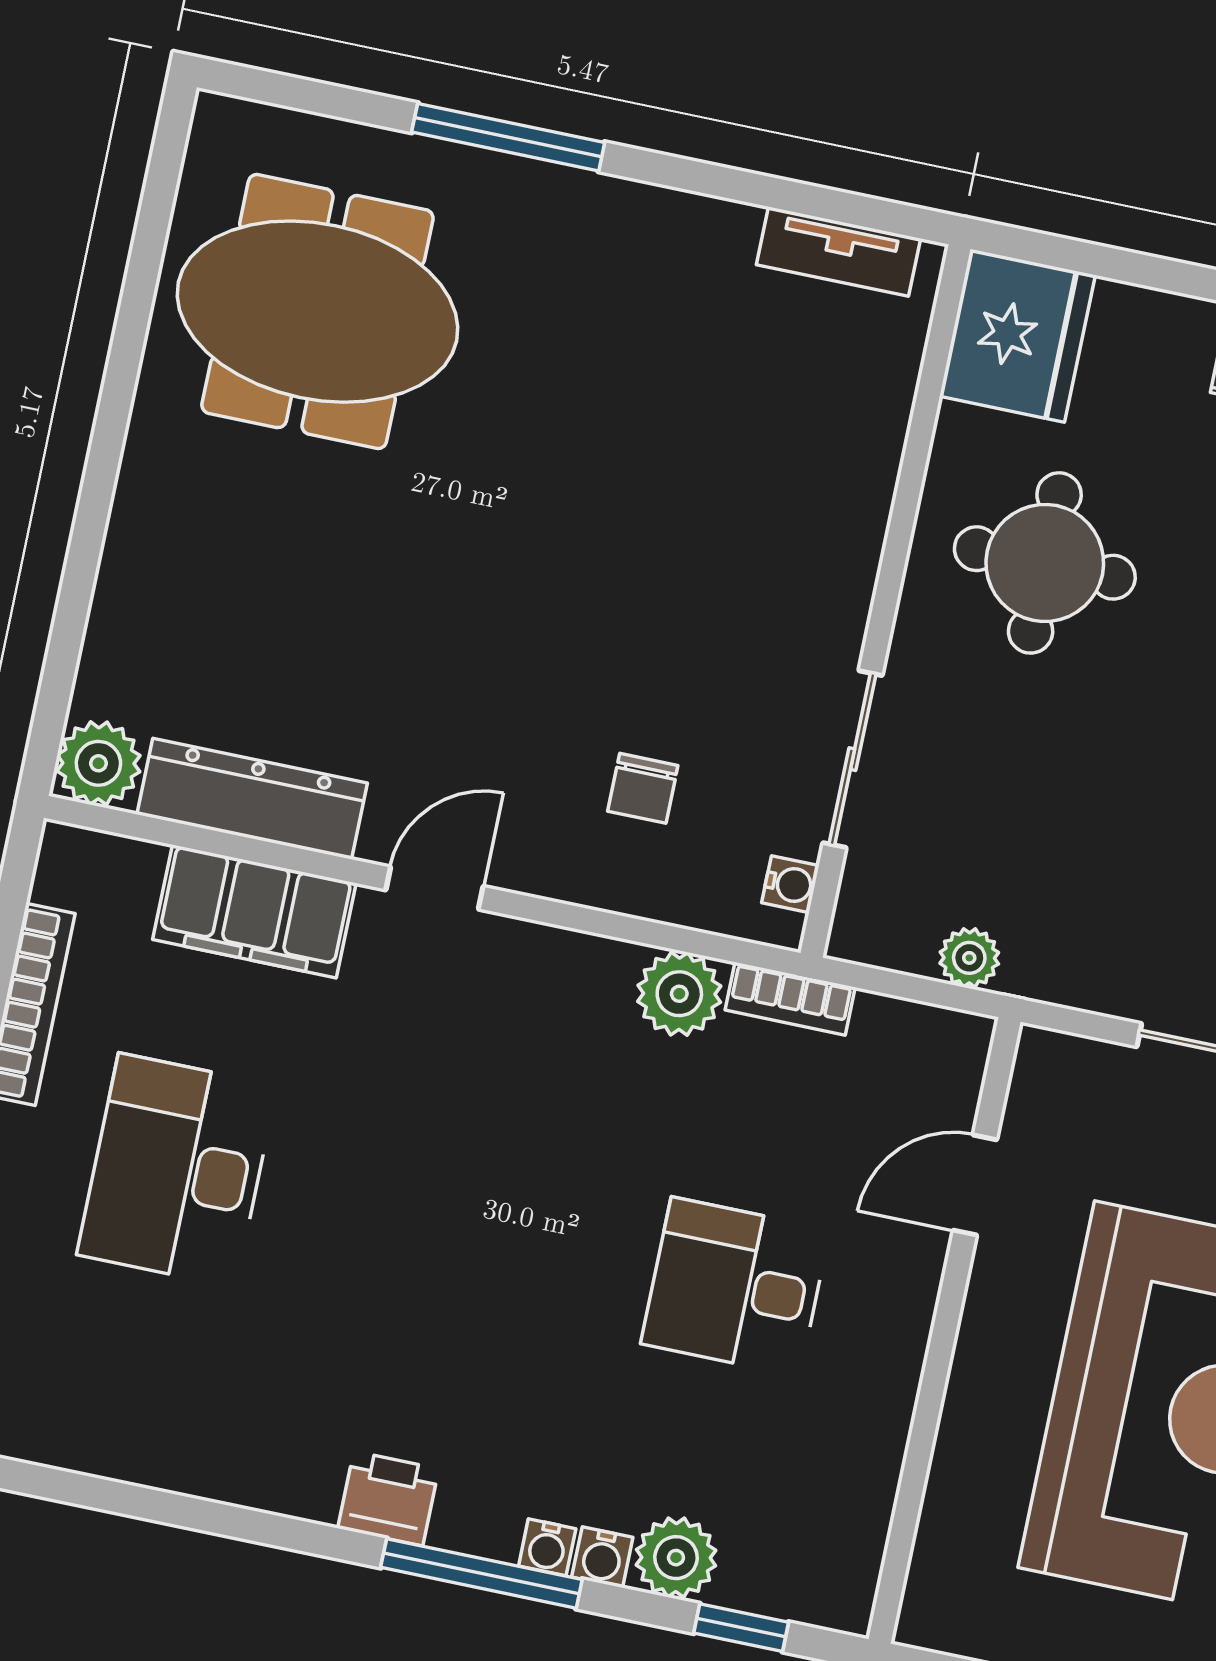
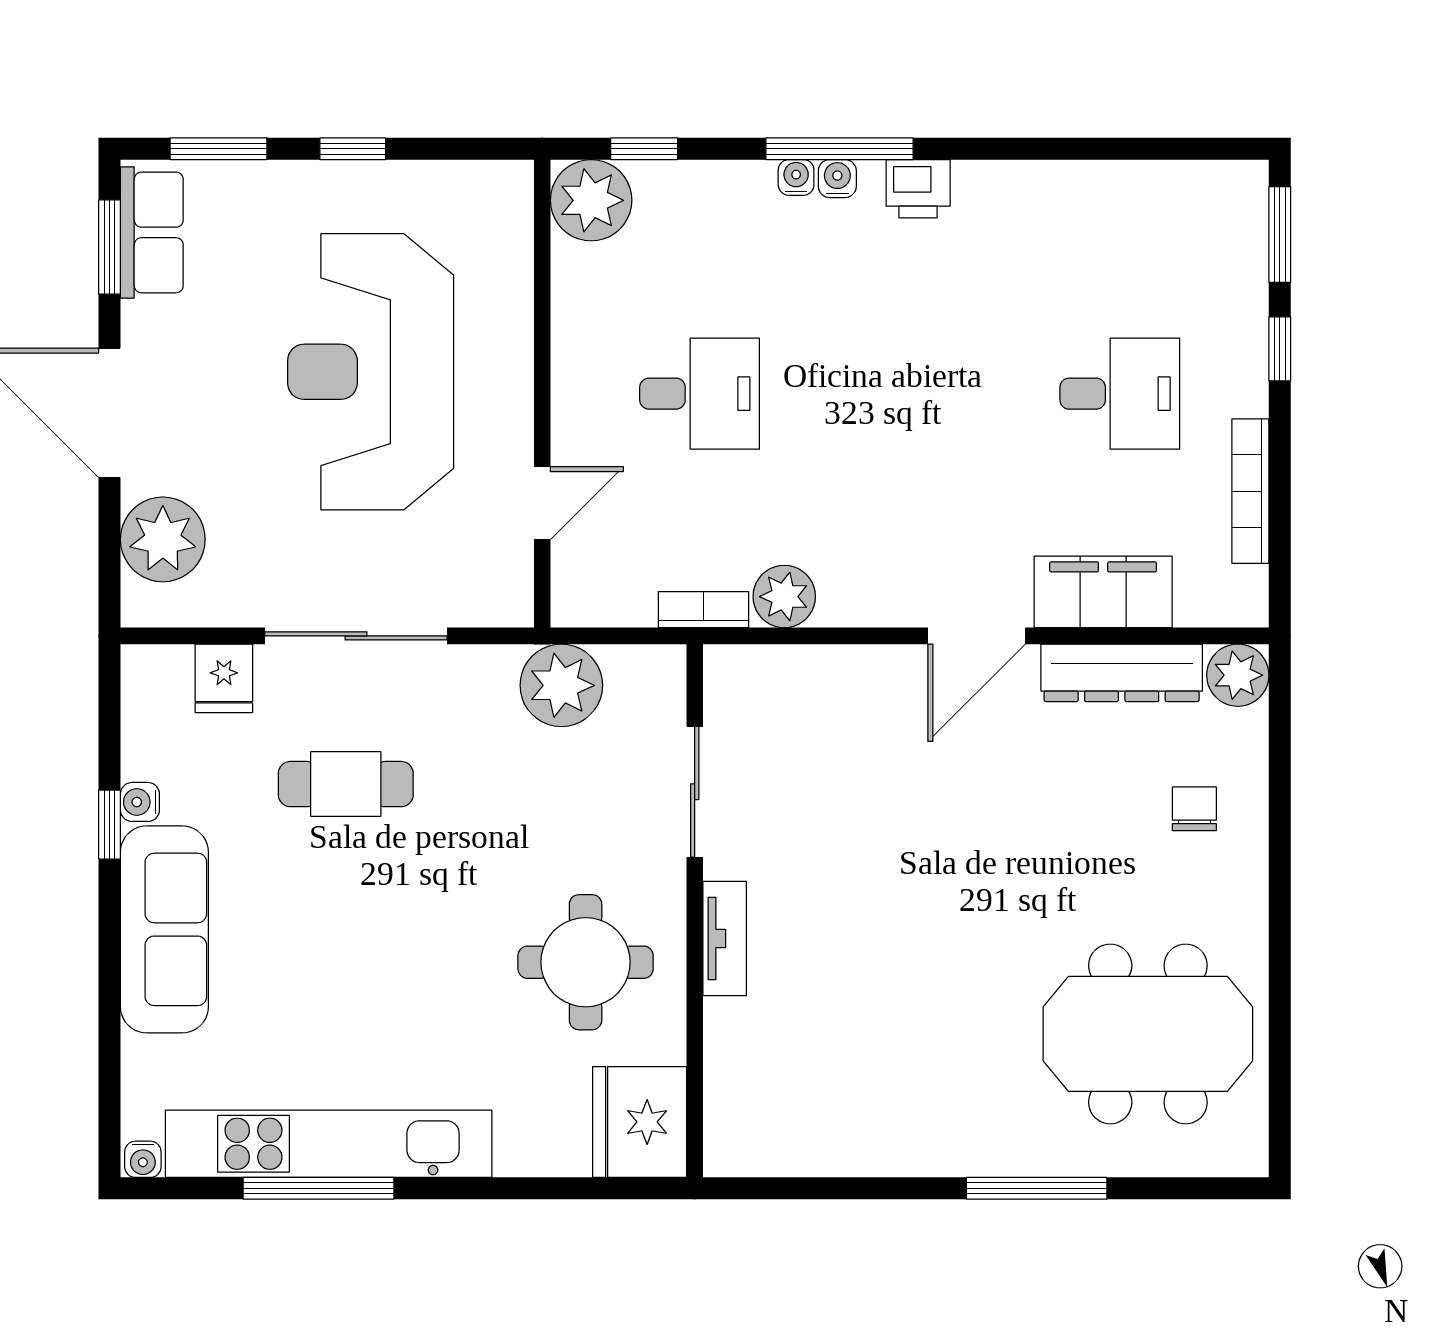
tv unit: (839, 252) -> (725, 938), moved, turned 90
chair: (643, 788) -> (1194, 809), moved
water cooler: (790, 884) -> (721, 692), removed
door: (435, 888) -> (977, 636), width x1.38
plant: (969, 958) -> (561, 685), width x1.87, depth x1.87
desk: (177, 1170) -> (1120, 394), width x0.73
water cooler: (602, 1557) -> (837, 179), moved
plant: (676, 1558) -> (591, 200), moved, width x1.36, depth x1.36

